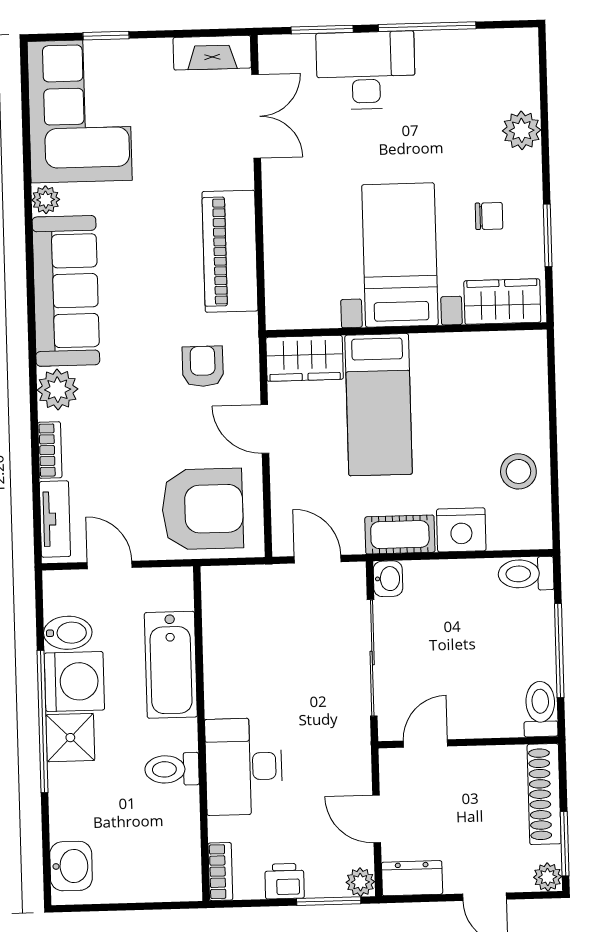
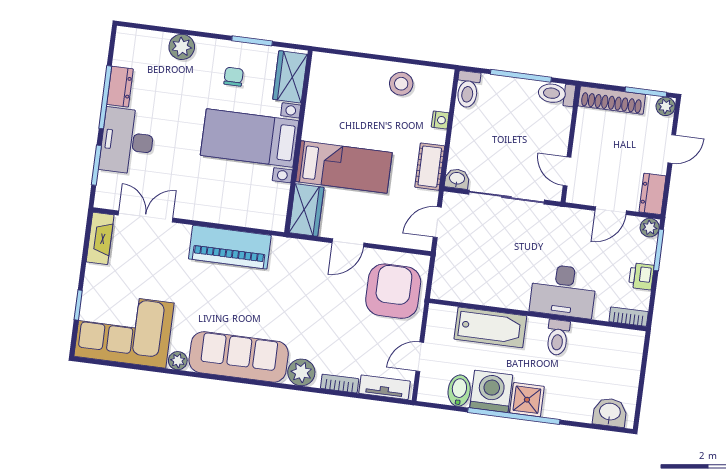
dresser: (447, 46) -> (120, 87), added
armchair: (203, 366) -> (301, 276), removed
nightstand: (461, 530) -> (440, 120), width x0.53, depth x0.56

